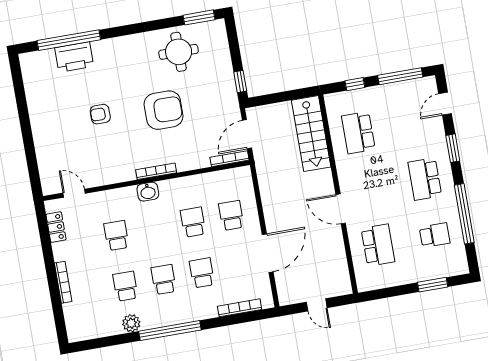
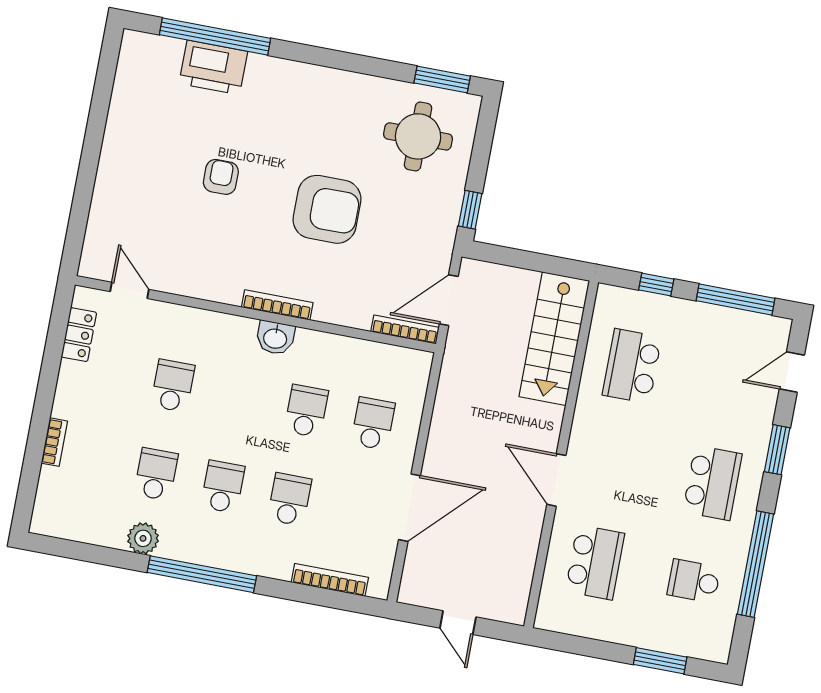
round table: (179, 52) -> (418, 136), moved
armchair: (100, 114) -> (221, 177), turned 90
school desk: (425, 179) -> (712, 483), turned 180
washbasin: (148, 192) -> (275, 338), moved
school desk: (435, 235) -> (694, 581), turned 180
bookcase: (63, 282) -> (54, 442), width x0.64

